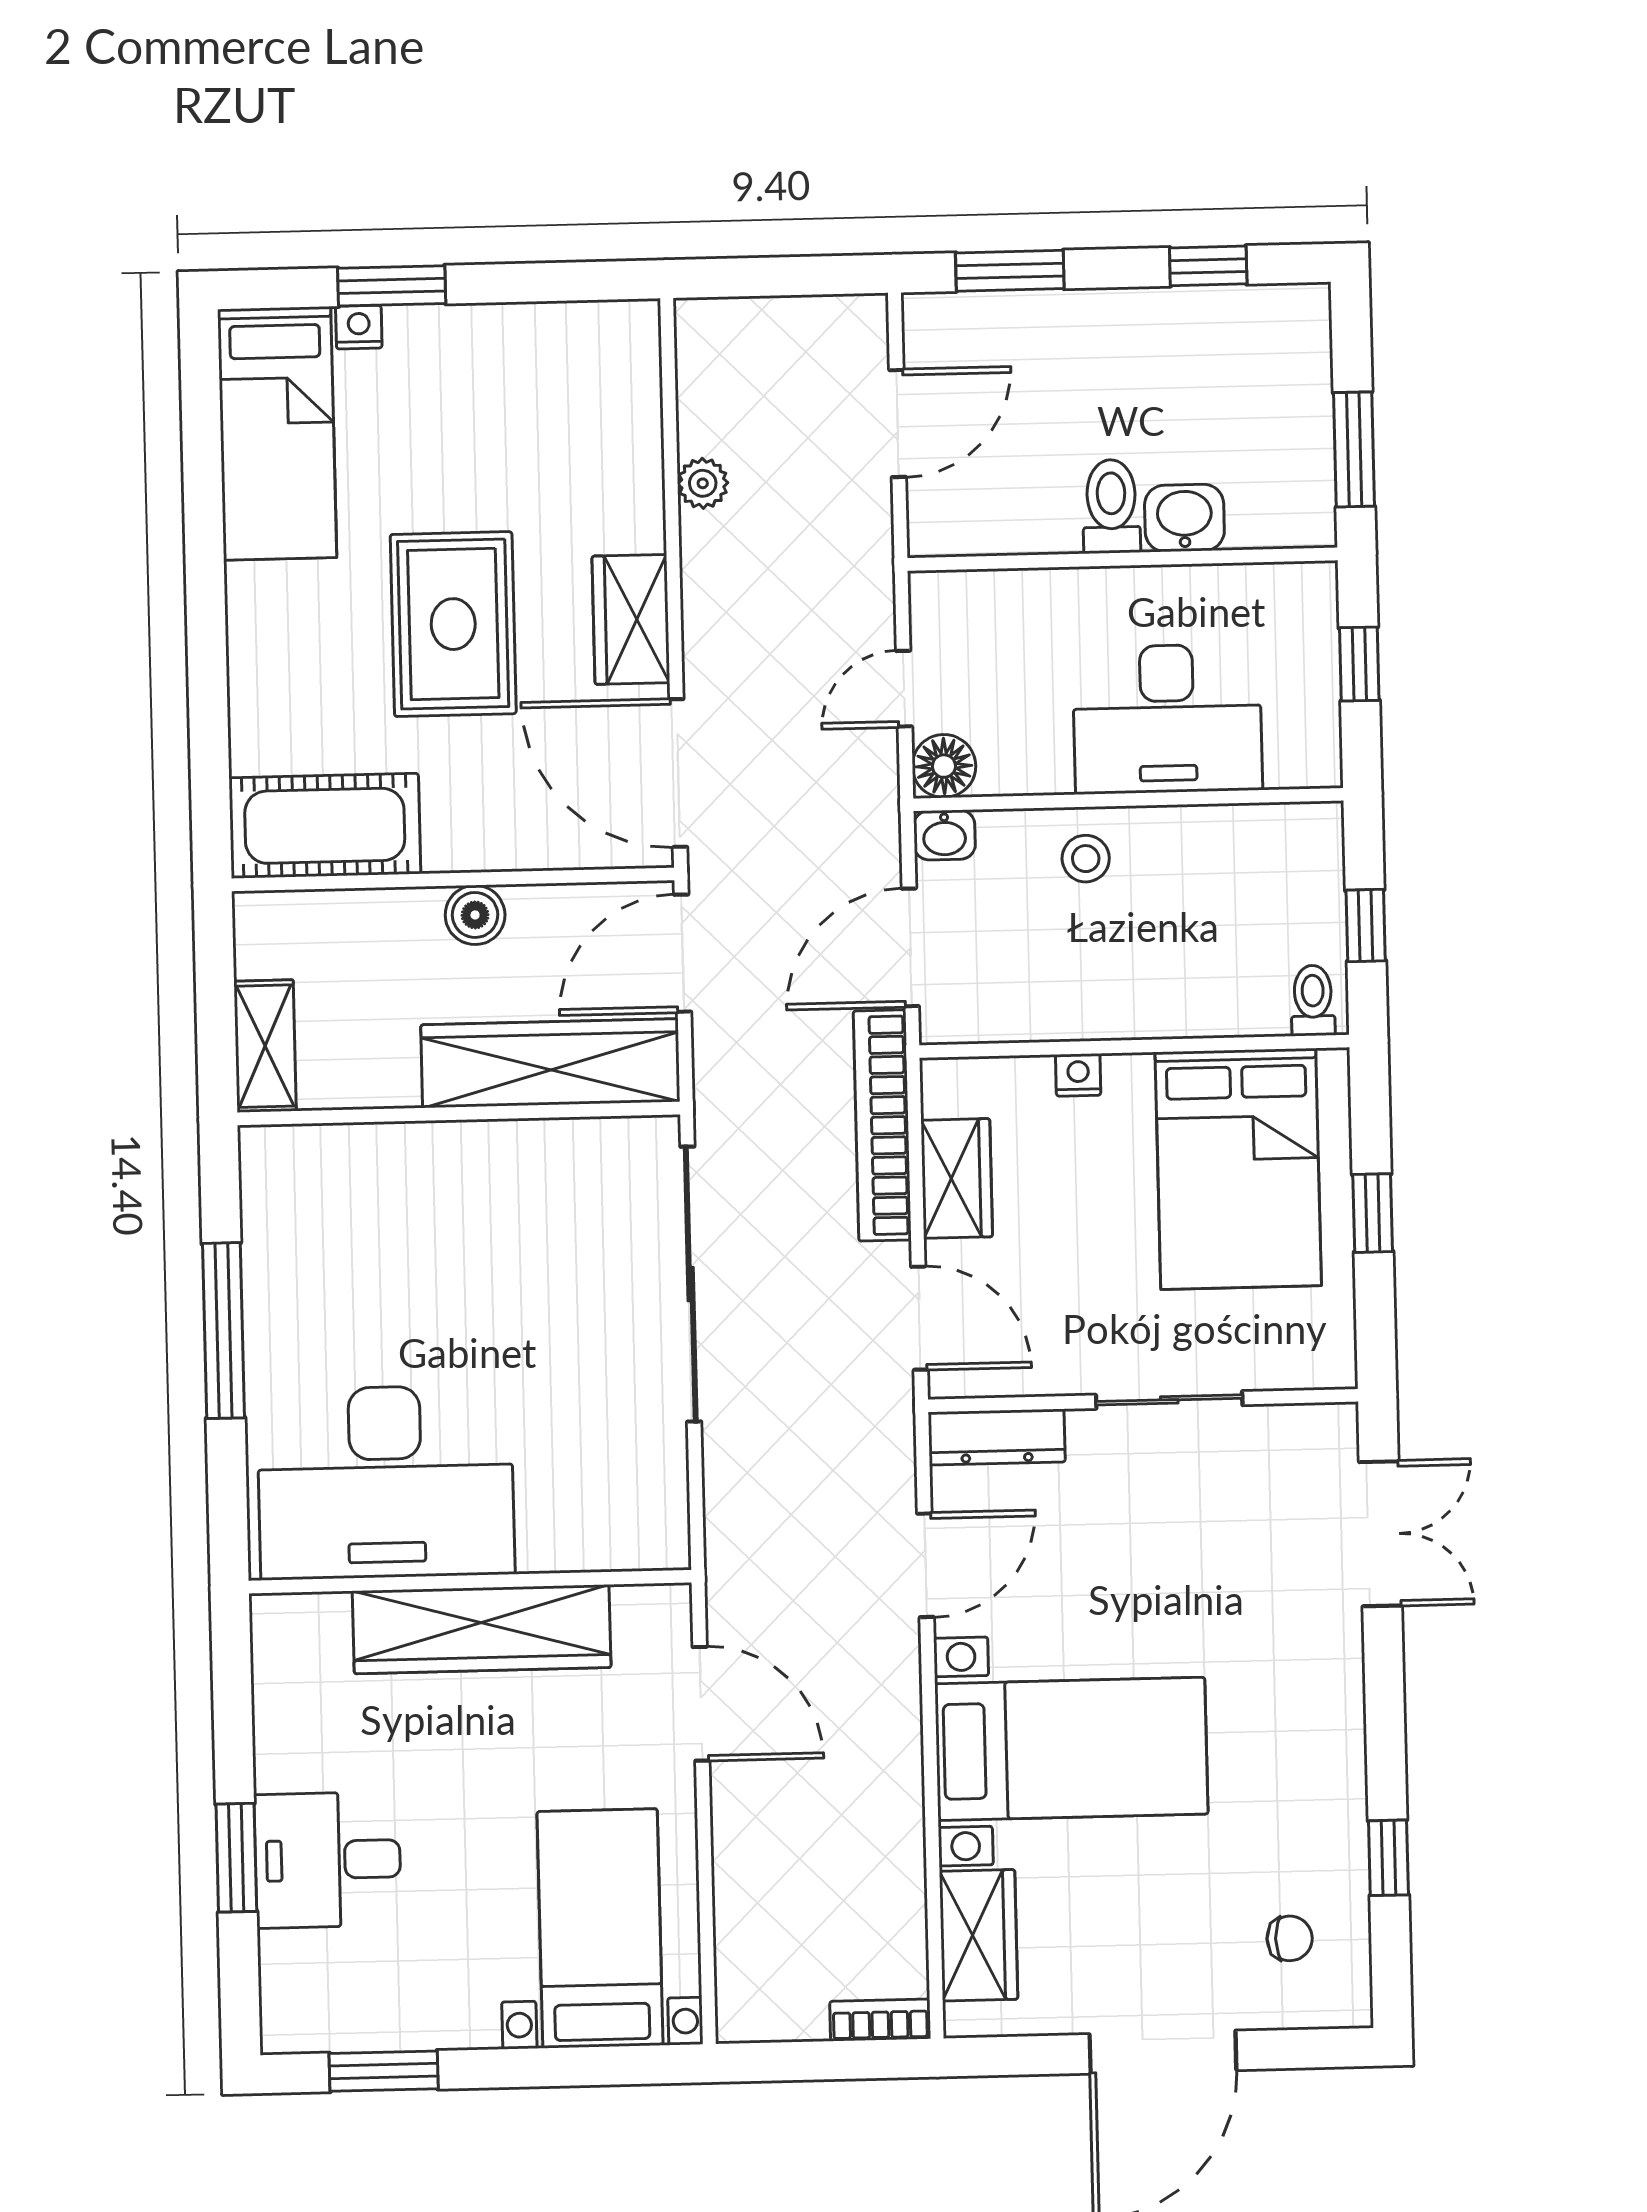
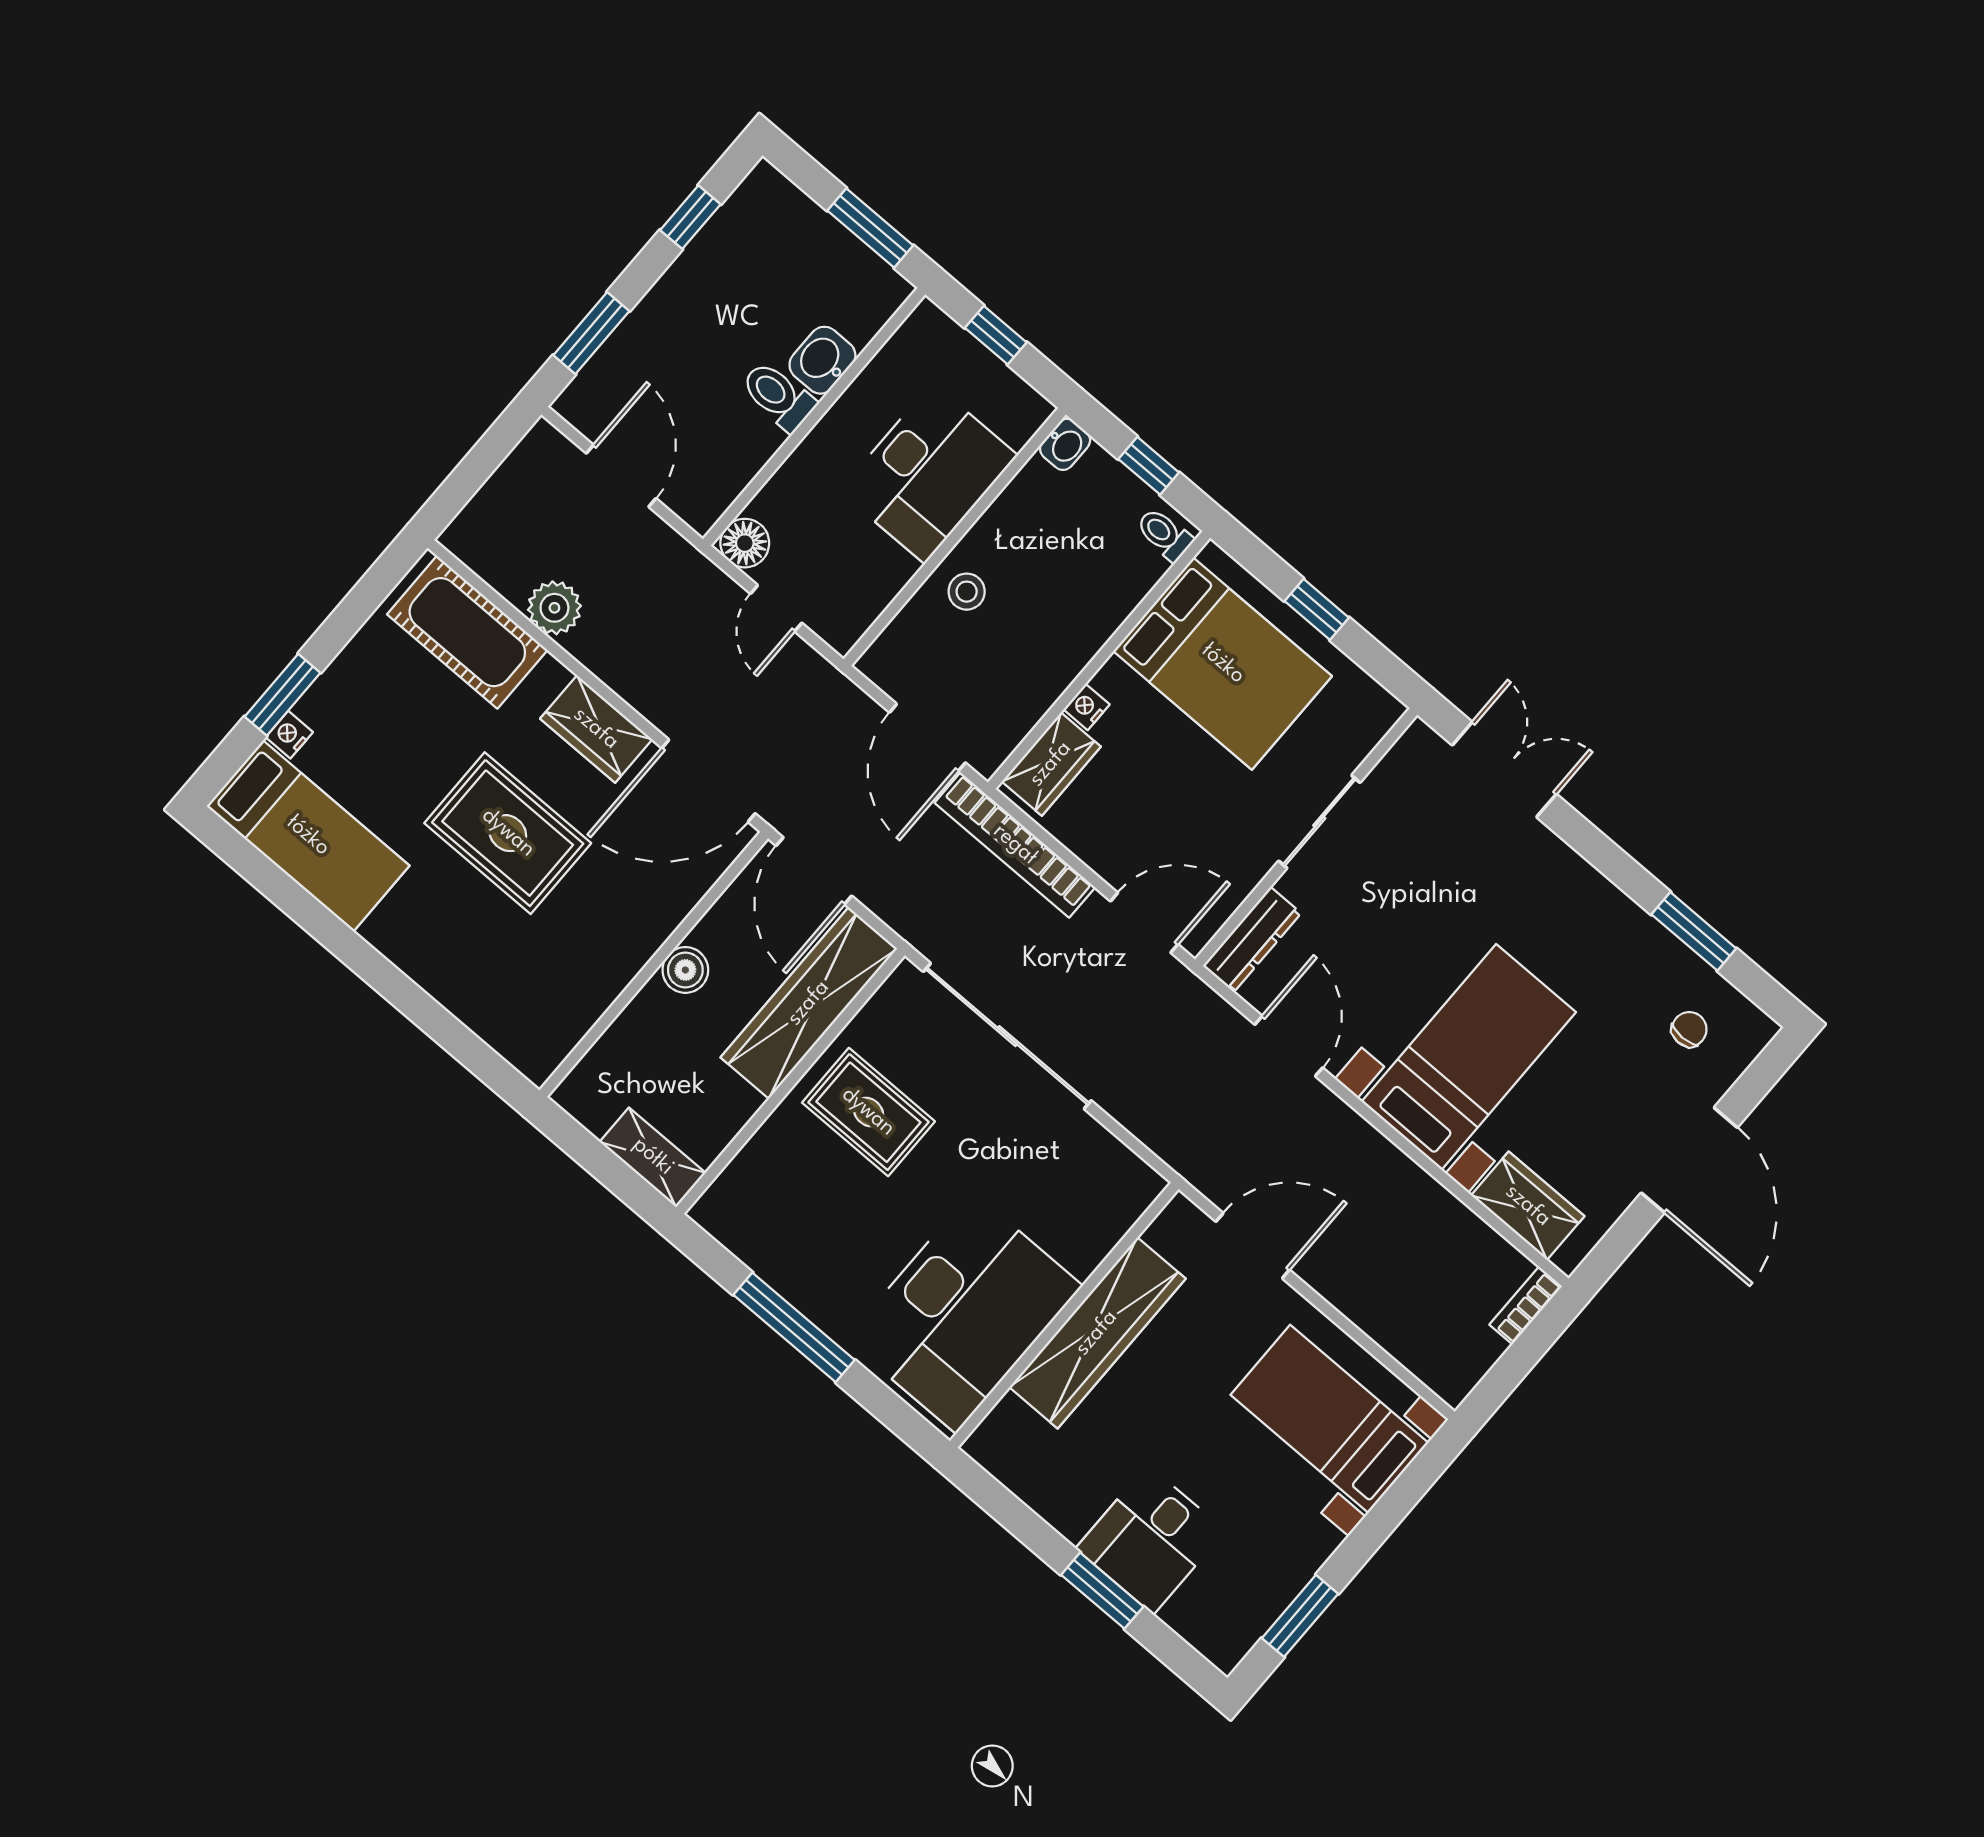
plant: (703, 483) -> (554, 608), width x1.38, depth x1.38
floor lamp: (944, 766) -> (745, 543), moved
cot: (325, 826) -> (467, 632), moved, turned 90
washbasin: (944, 835) -> (1065, 444), moved
wardrobe: (957, 1178) -> (1051, 764), moved, turned 90
rug: (497, 1216) -> (868, 1112), added
window: (1388, 1858) -> (1694, 931), width x1.50

